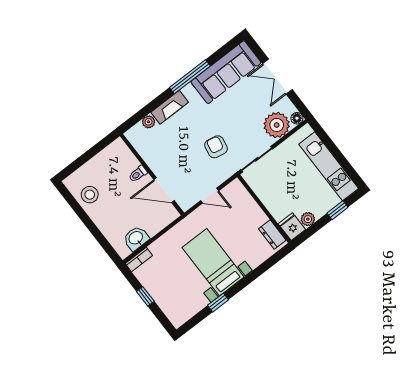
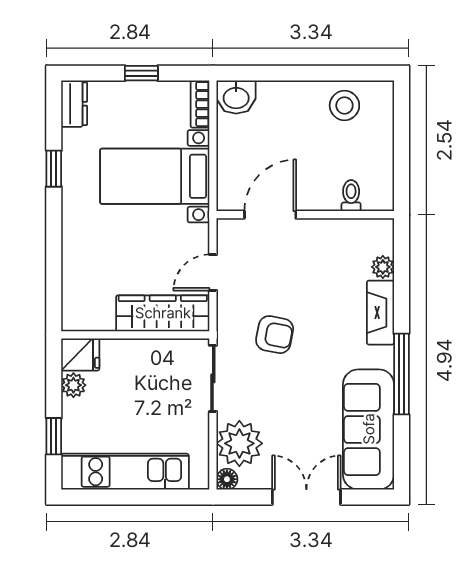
toilet: (138, 174) -> (351, 196), moved
wardrobe: (245, 204) -> (163, 313), added
dresser: (272, 235) -> (74, 104), moved, turned 90
washbasin: (136, 238) -> (236, 97), moved, turned 90
bed with nightstands: (213, 262) -> (155, 176), moved, turned 180

